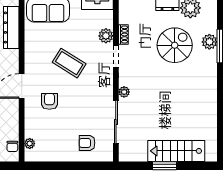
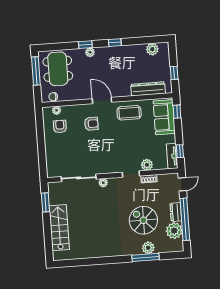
spiral stairs: (175, 45) -> (143, 220), turned 180
coffee table: (69, 63) -> (129, 113), moved, turned 58
armchair: (87, 143) -> (60, 126), moved
window: (164, 166) -> (45, 202), moved

